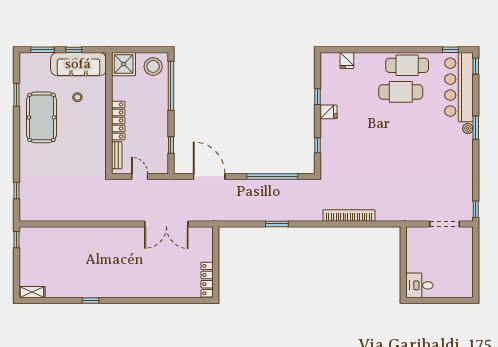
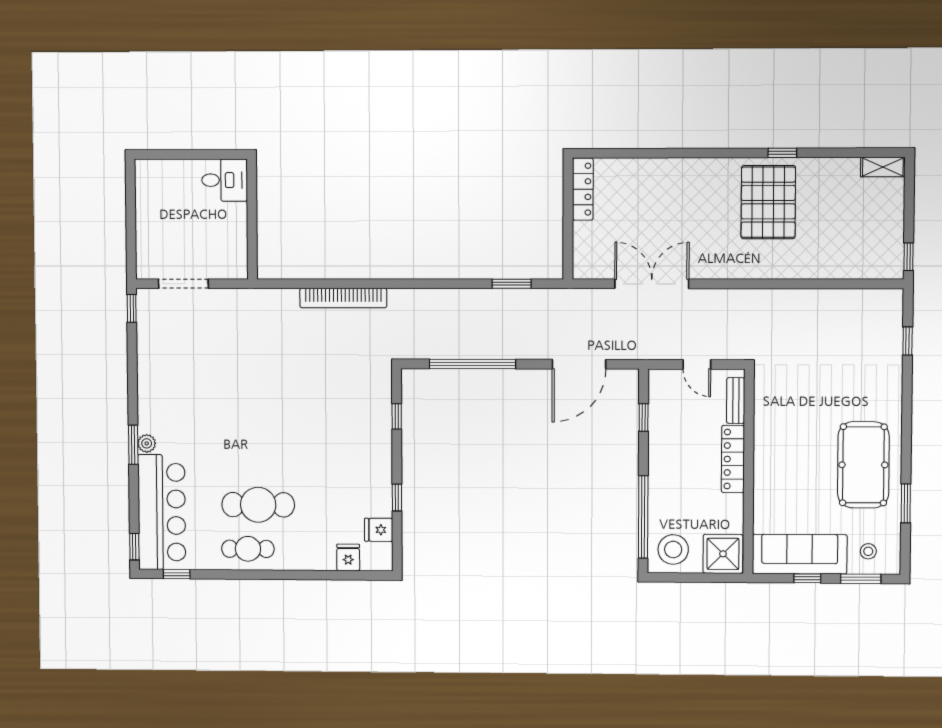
cafe table: (407, 65) -> (248, 549), width x0.73, depth x0.74
stool: (77, 97) -> (868, 551), moved
fridge: (328, 112) -> (379, 530), moved
door: (209, 176) -> (579, 364), hinge flipped
window: (277, 224) -> (512, 284), moved
pallet: (98, 272) -> (768, 202), added

